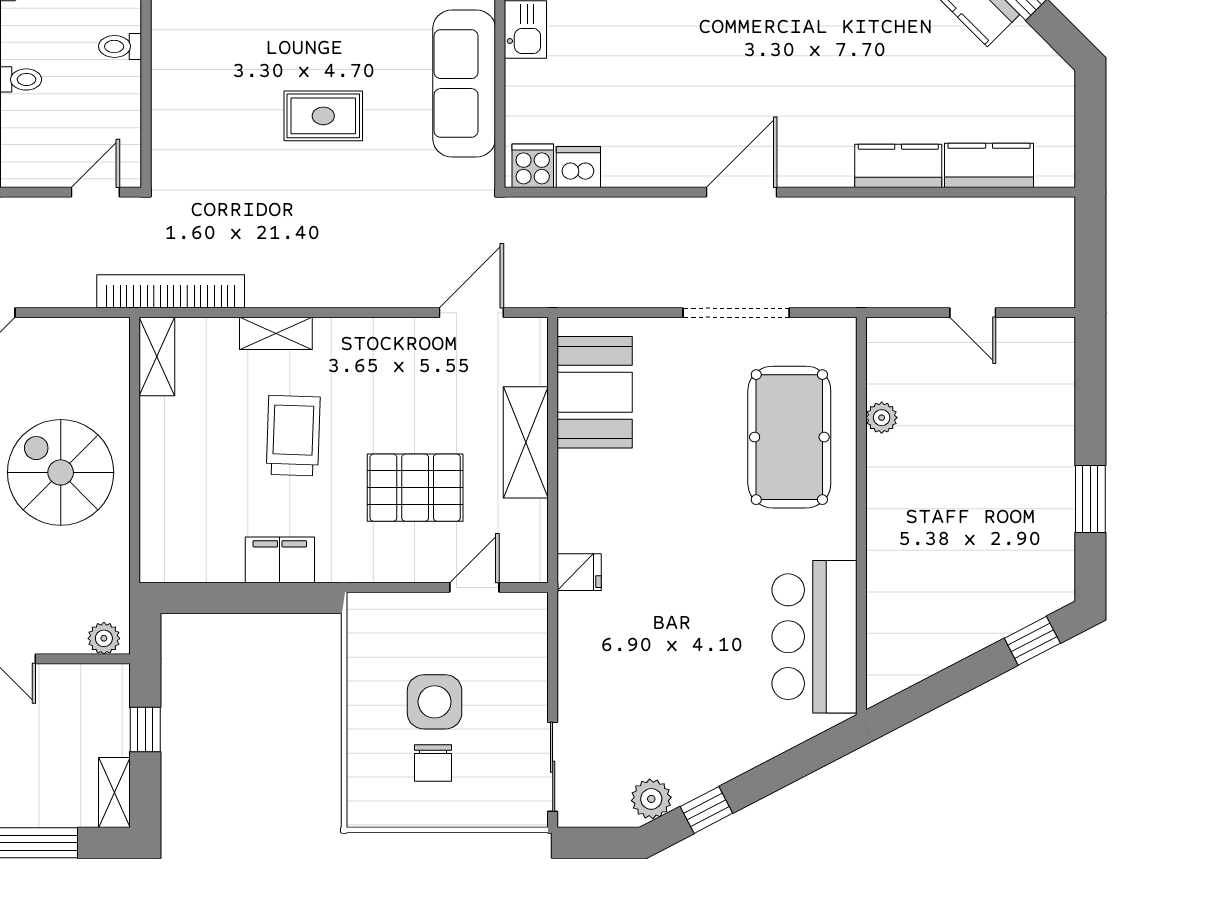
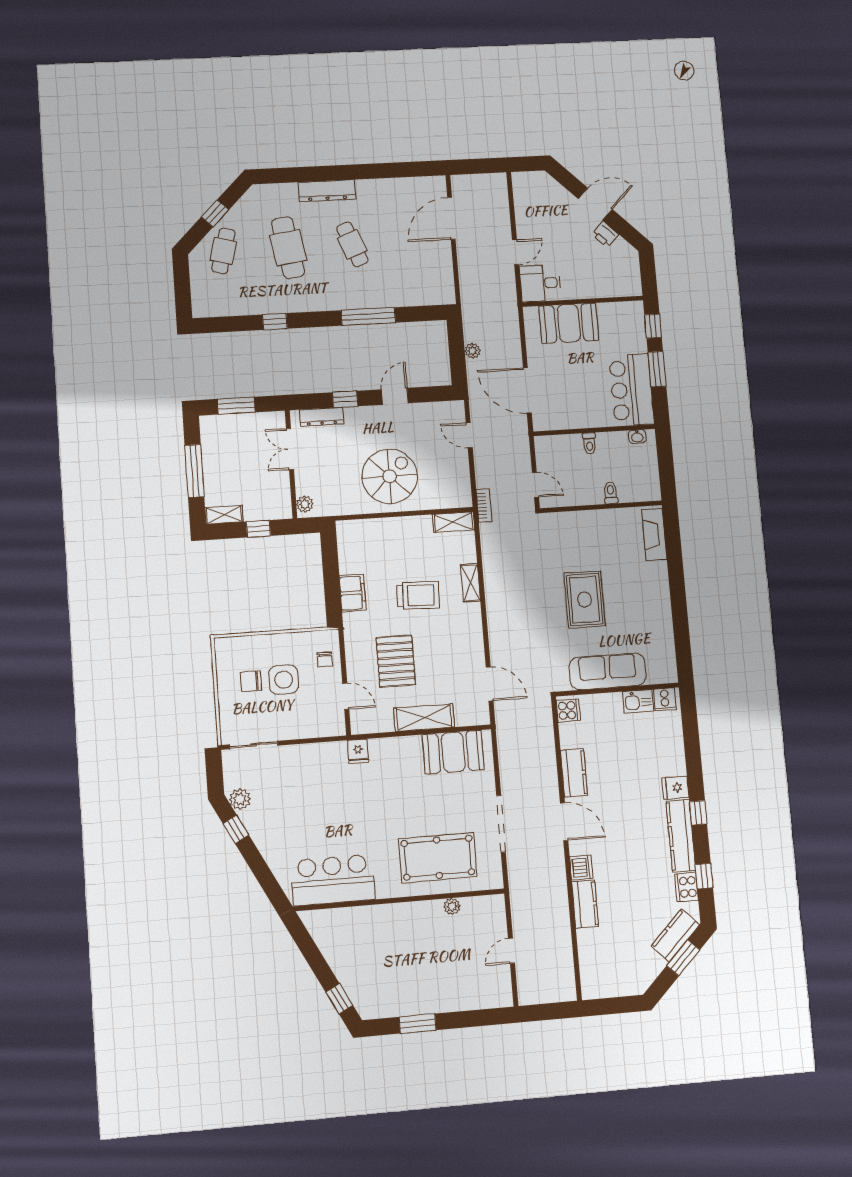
rug: (323, 116) -> (585, 600), width x1.36, depth x1.43
kitchen counter: (989, 165) -> (574, 773), moved
dishwasher: (578, 167) -> (581, 867), moved
bookcase: (171, 291) -> (484, 505), width x0.43, depth x0.76
chair: (402, 622) -> (325, 660), added

